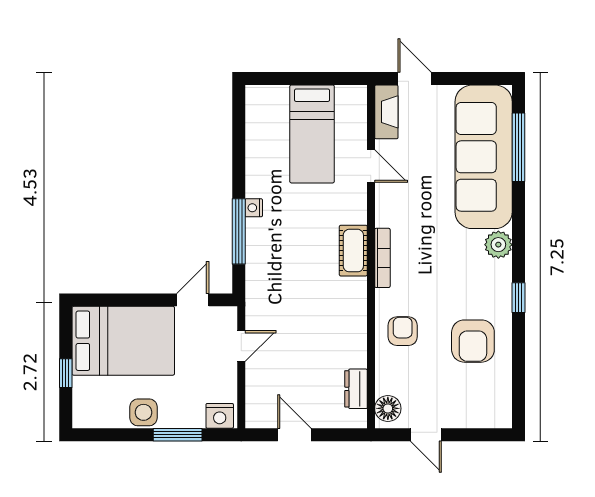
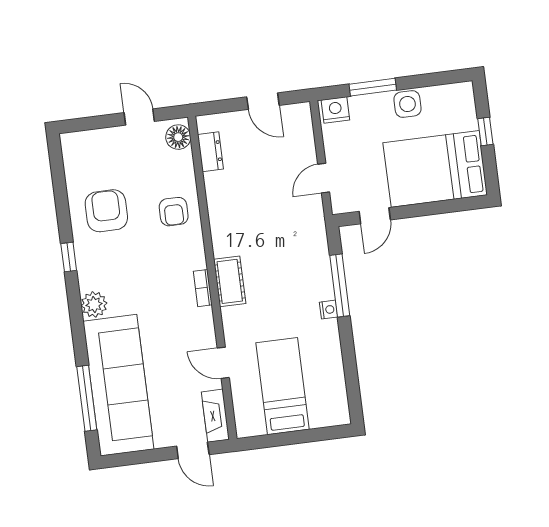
bookcase: (382, 258) -> (203, 288), width x0.64

